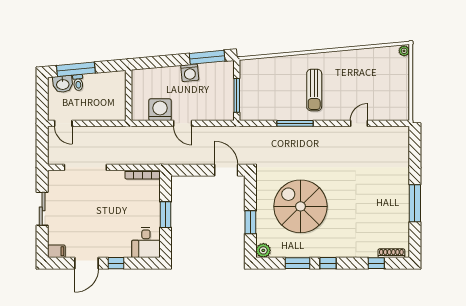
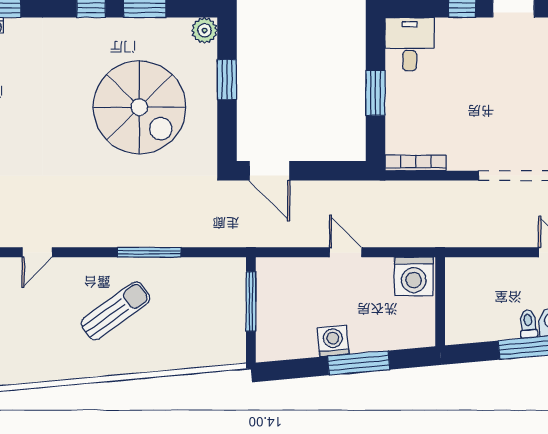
window: (207, 57) -> (359, 363), moved
sun lounger: (314, 90) -> (116, 311), turned 54
washing machine: (160, 110) -> (414, 276), moved

